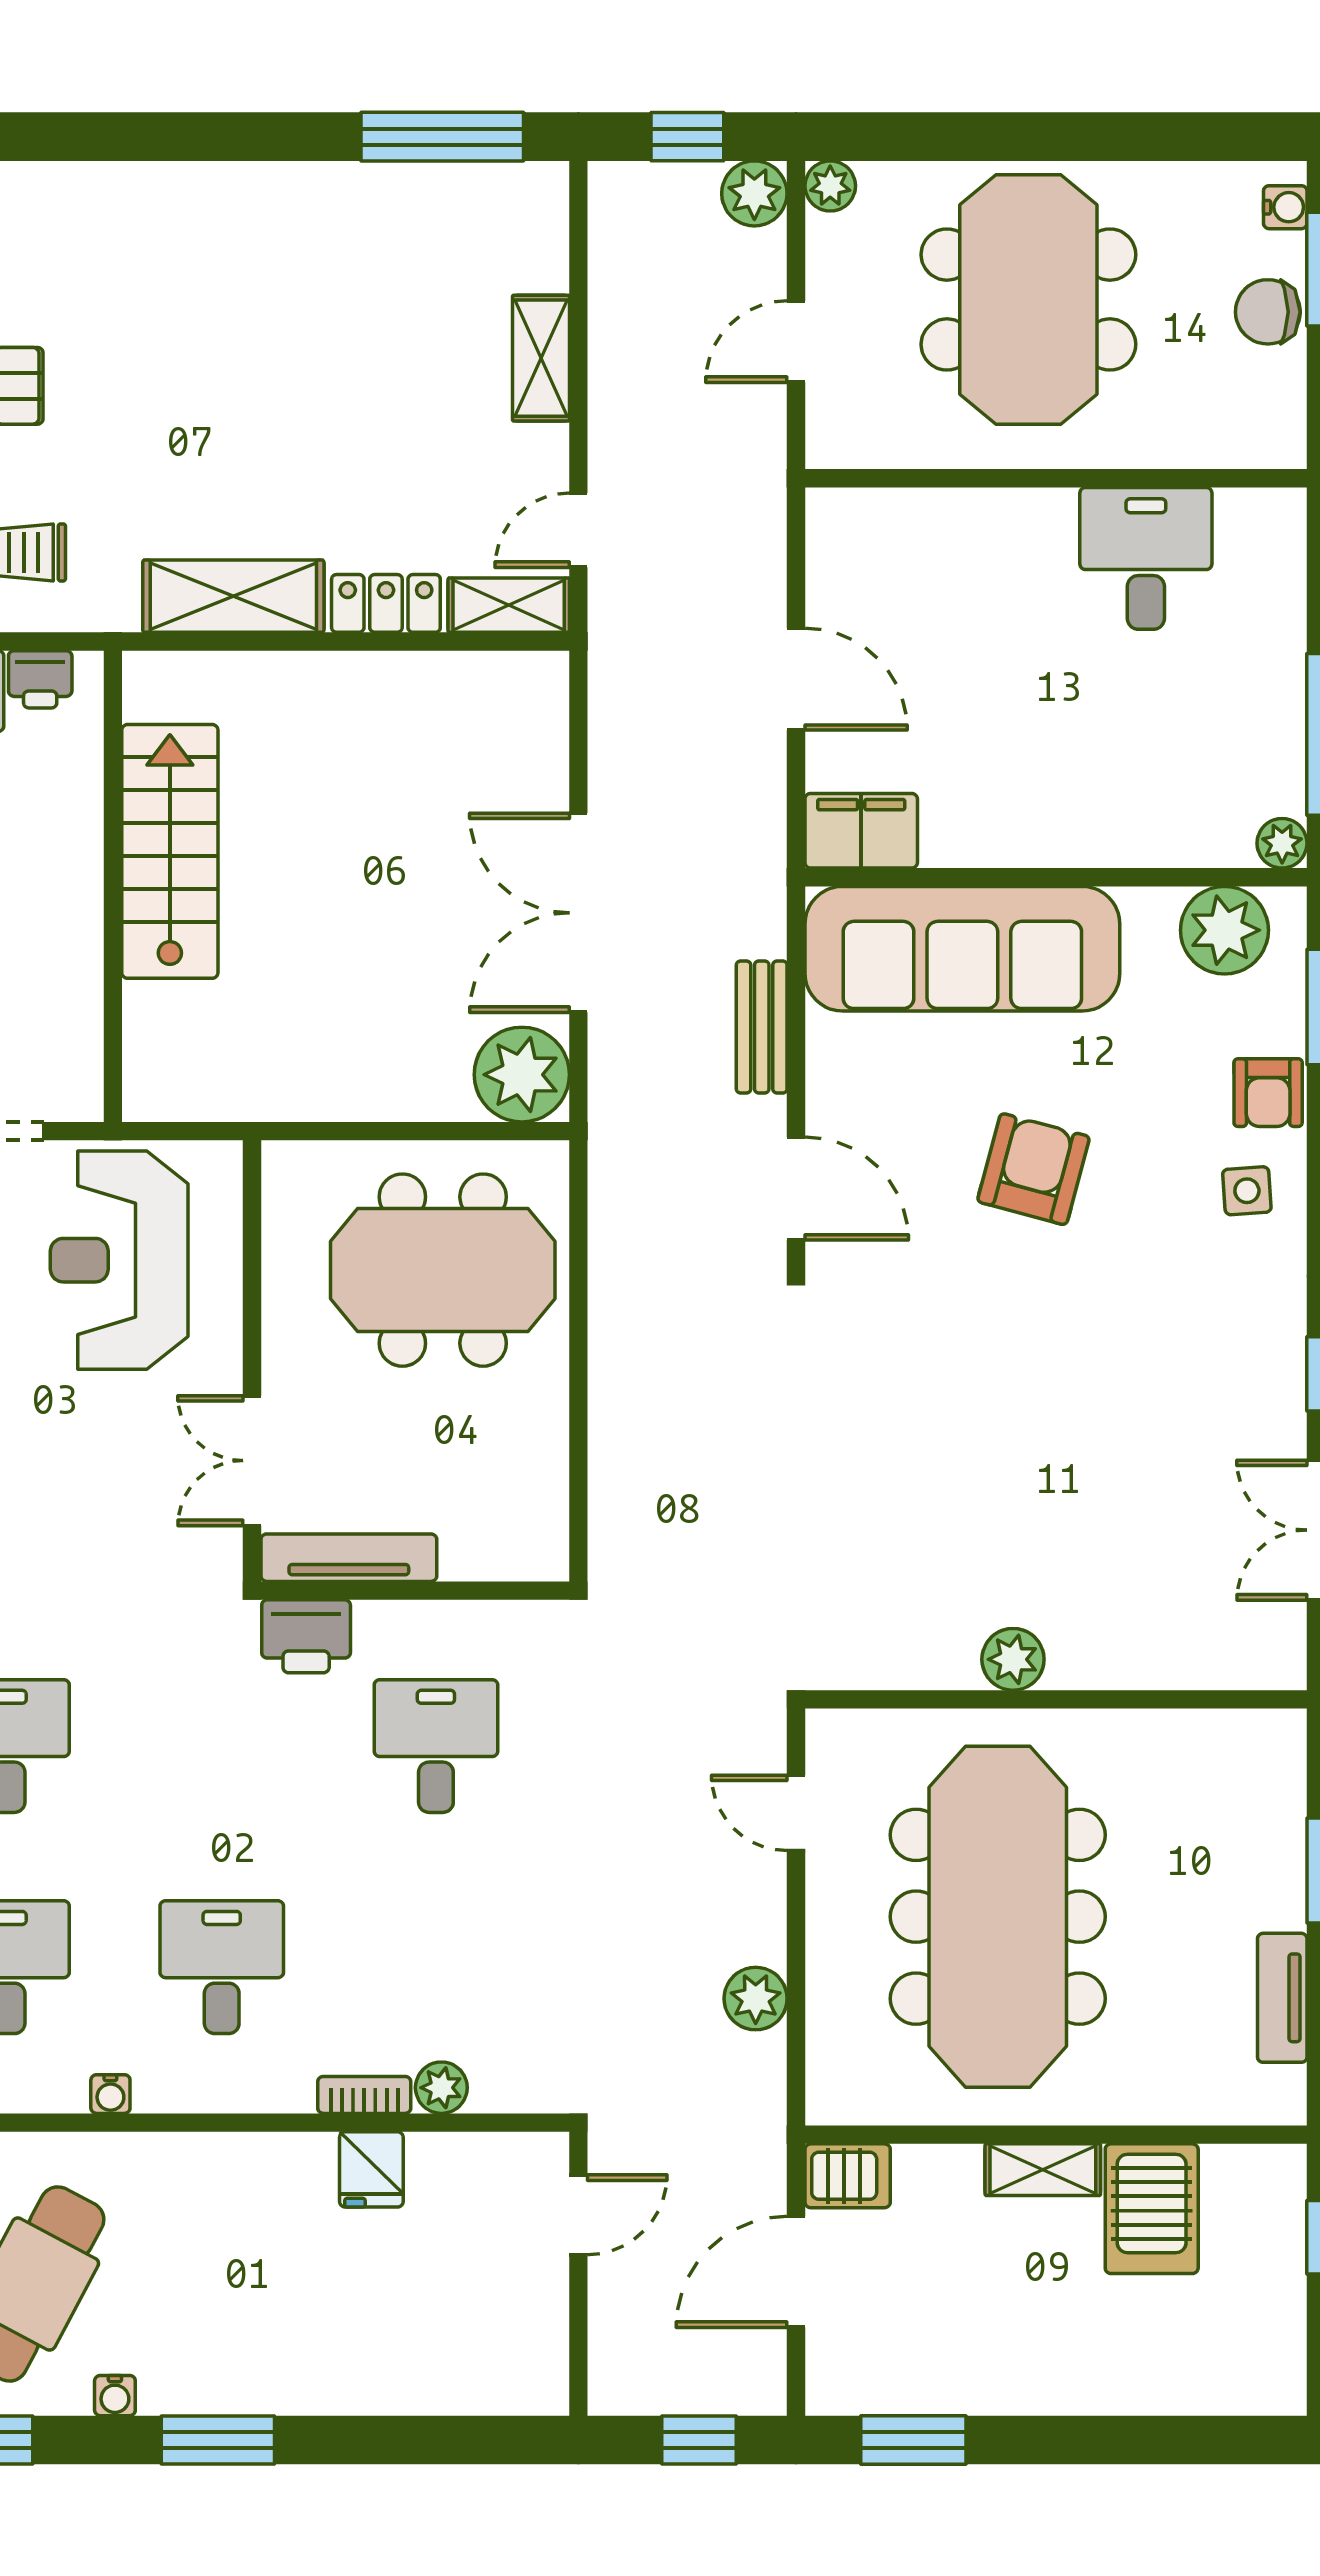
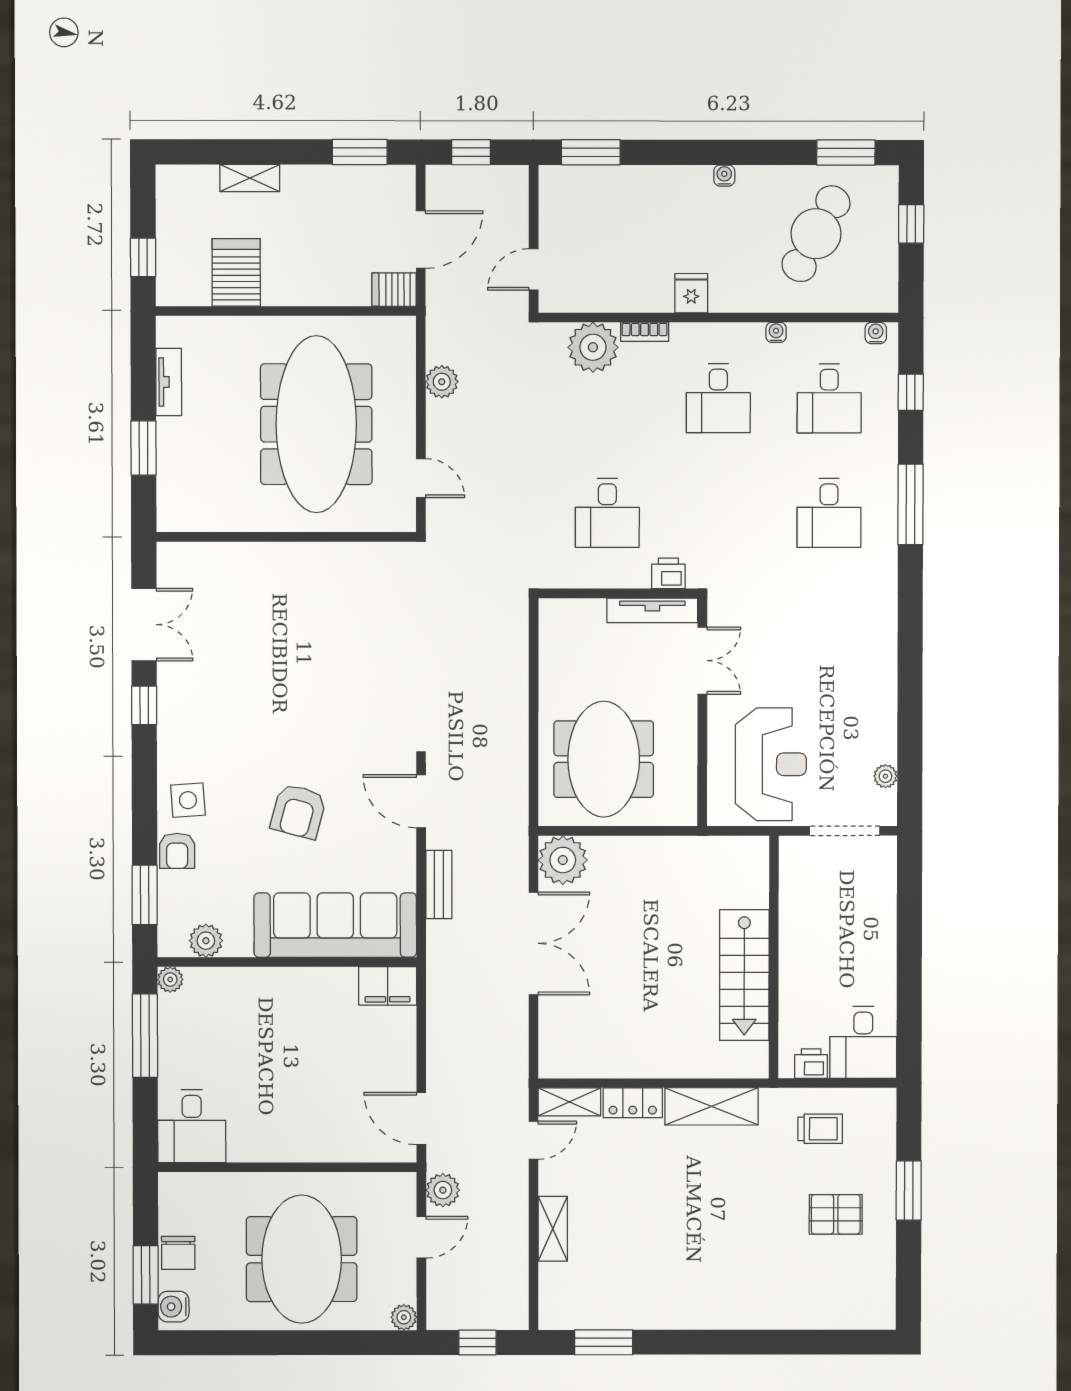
window: (442, 137) -> (604, 1342), width x0.69
plant: (754, 193) -> (443, 1190), moved
water cooler: (1285, 207) -> (174, 1307), width x1.38, depth x1.38
chair: (1268, 312) -> (178, 1253), turned 90
desk: (1146, 558) -> (192, 1126), moved
door: (796, 679) -> (421, 1119), moved
plant: (1224, 930) -> (206, 941), width x0.73, depth x0.73
armchair: (1268, 1093) -> (177, 851), turned 180
side table: (1247, 1191) -> (188, 800), width x1.37, depth x1.37
meeting table: (443, 1270) -> (604, 759), turned 90
printer: (306, 1636) -> (668, 573), width x0.73, depth x0.81
plant: (1013, 1659) -> (309, 558), removed
plant: (441, 2088) -> (593, 347), width x1.88, depth x1.88
fridge: (371, 2169) -> (691, 293), moved
shelving: (1043, 2170) -> (250, 178), moved
water cooler: (115, 2396) -> (724, 176), moved
window: (218, 2440) -> (591, 152), moved

